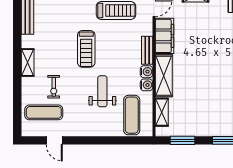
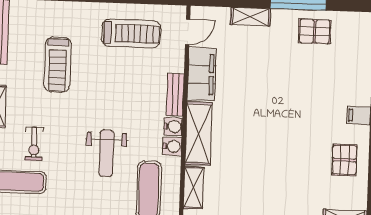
treadmill: (86, 49) -> (58, 65), moved
weight bench: (102, 91) -> (106, 153), turned 180

